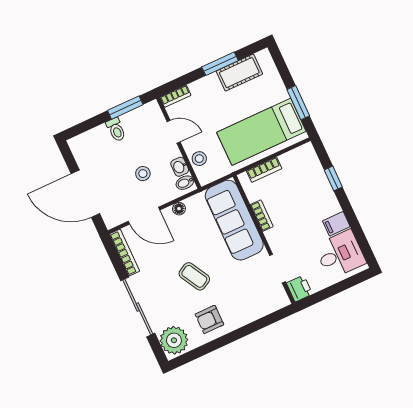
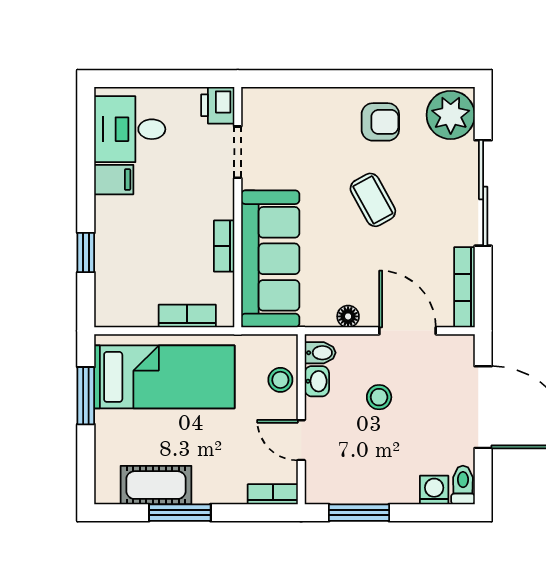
toilet: (116, 130) -> (463, 485), moved
washing machine: (91, 138) -> (434, 490), added

